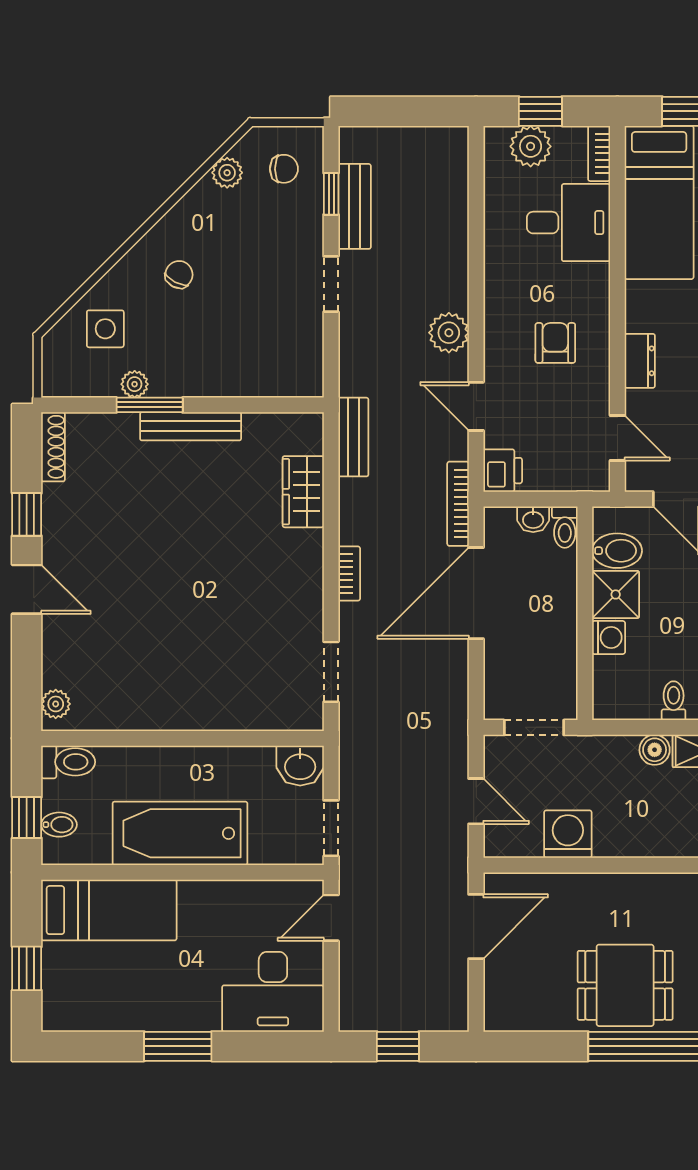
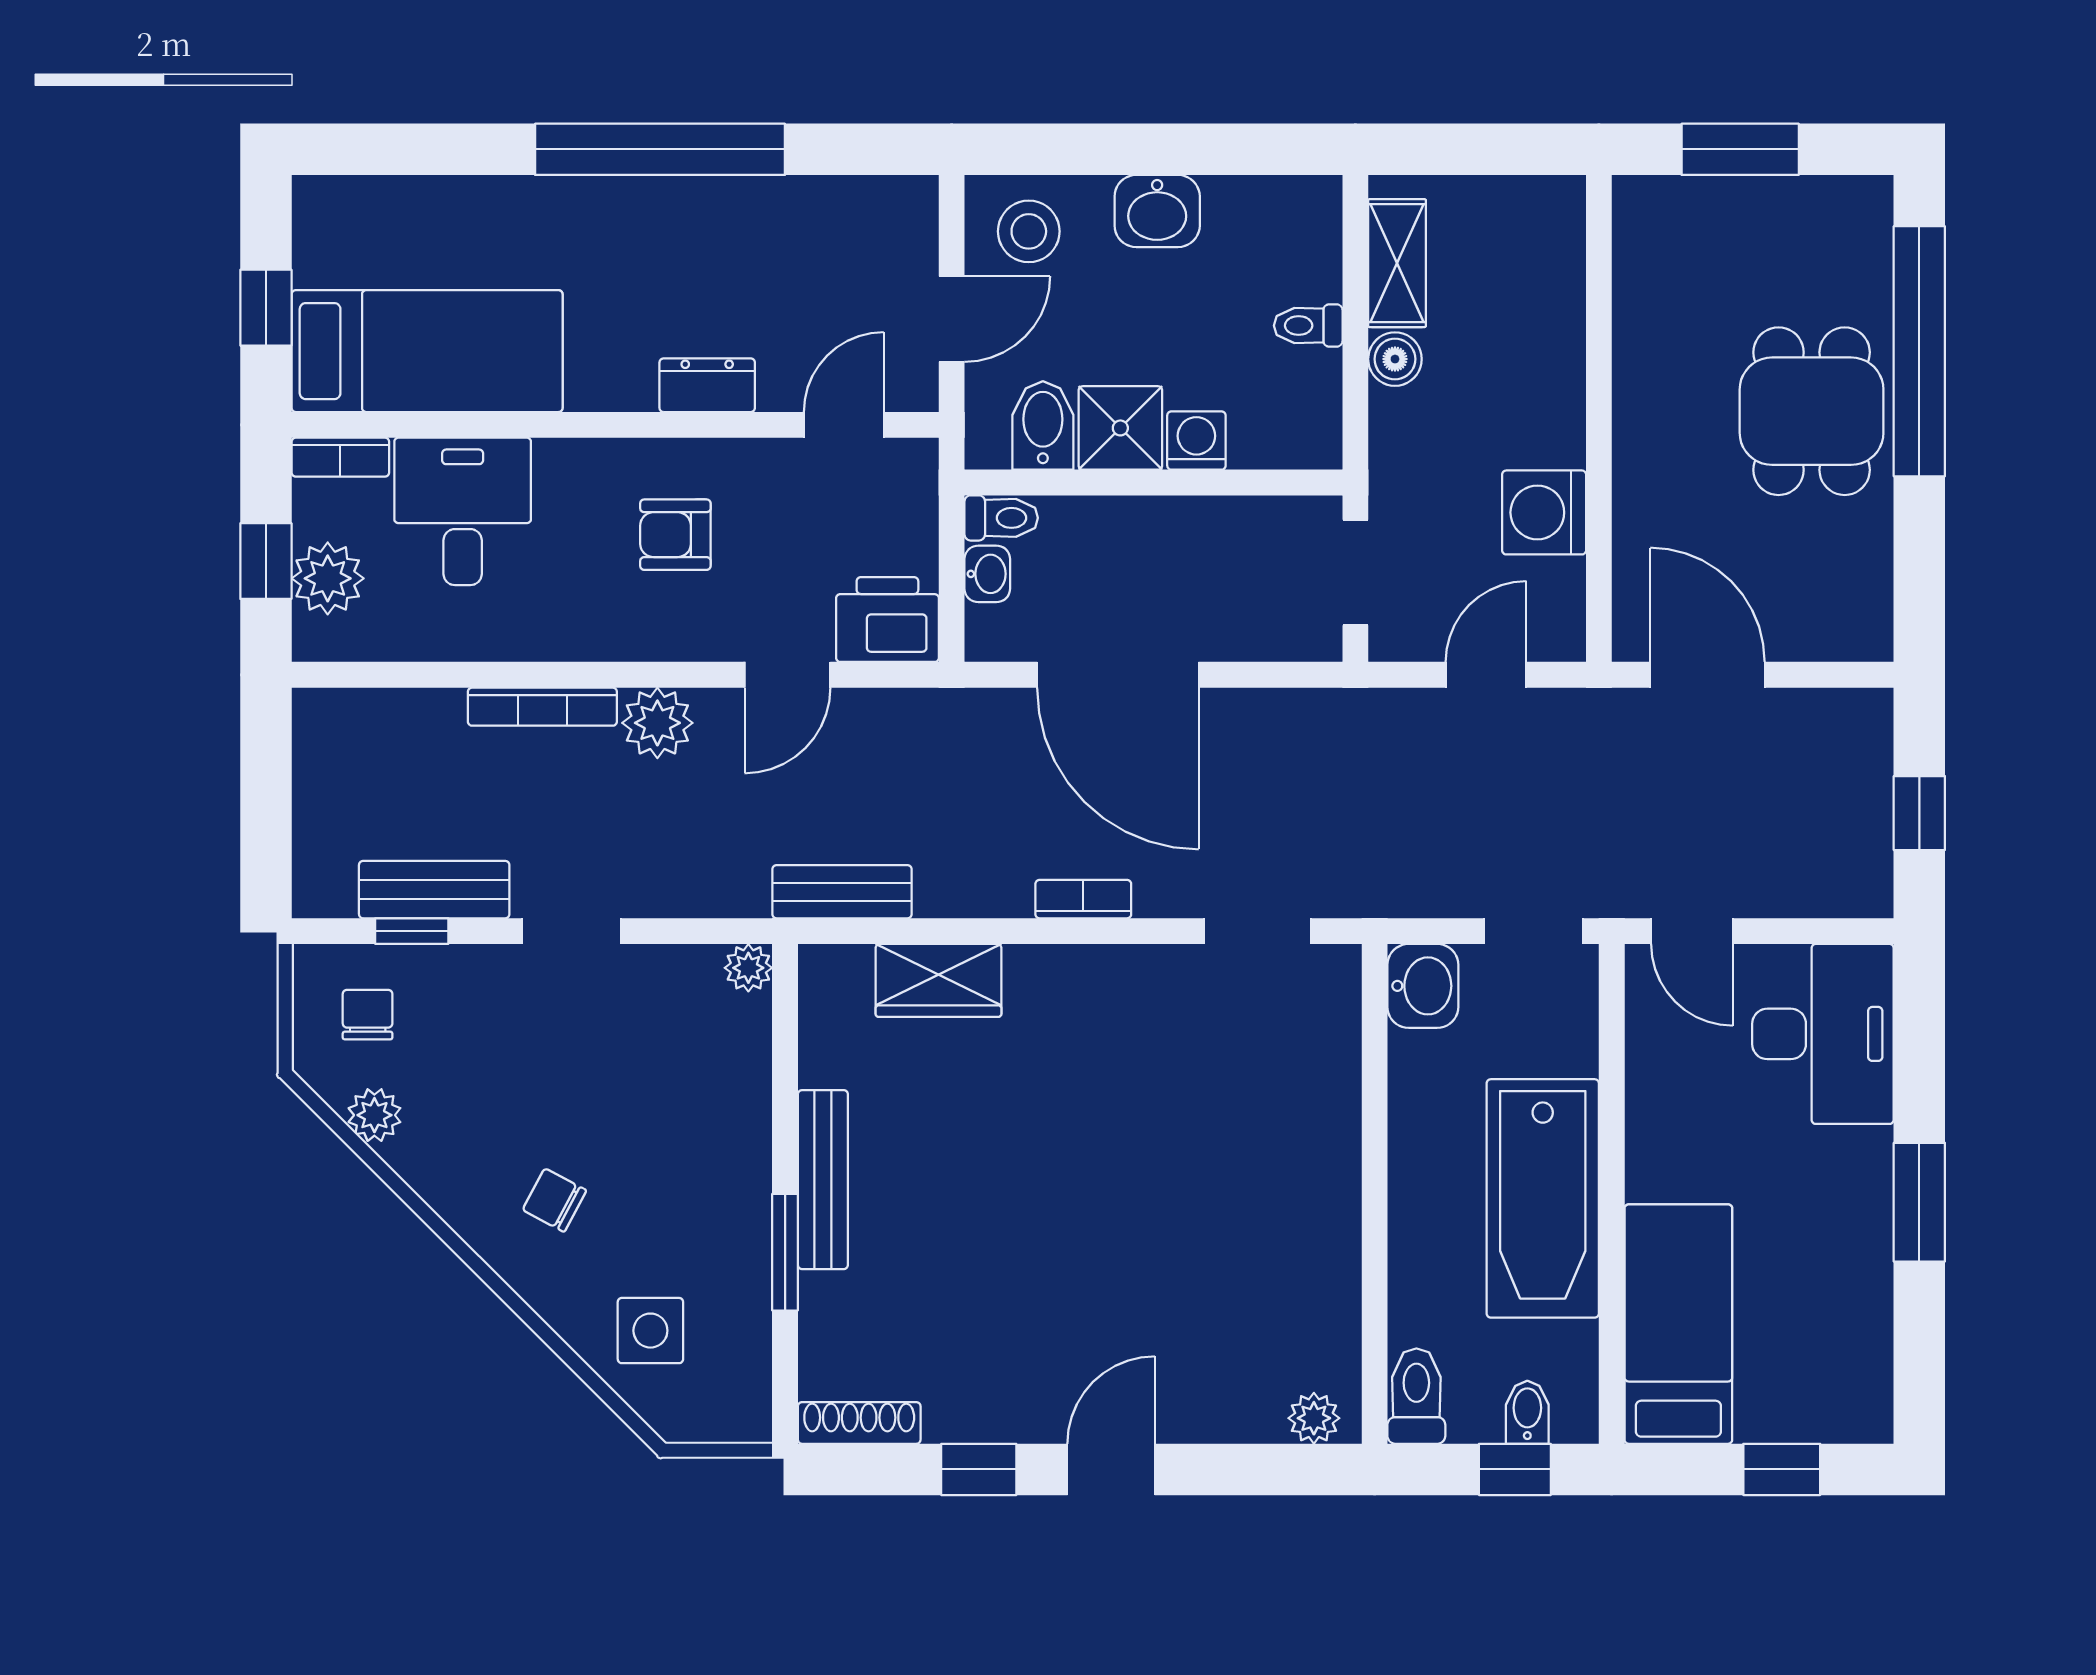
plant: (135, 384) -> (748, 968), moved
printer: (503, 471) -> (887, 620), width x1.36, depth x1.24
bookcase: (458, 504) -> (542, 707), moved

